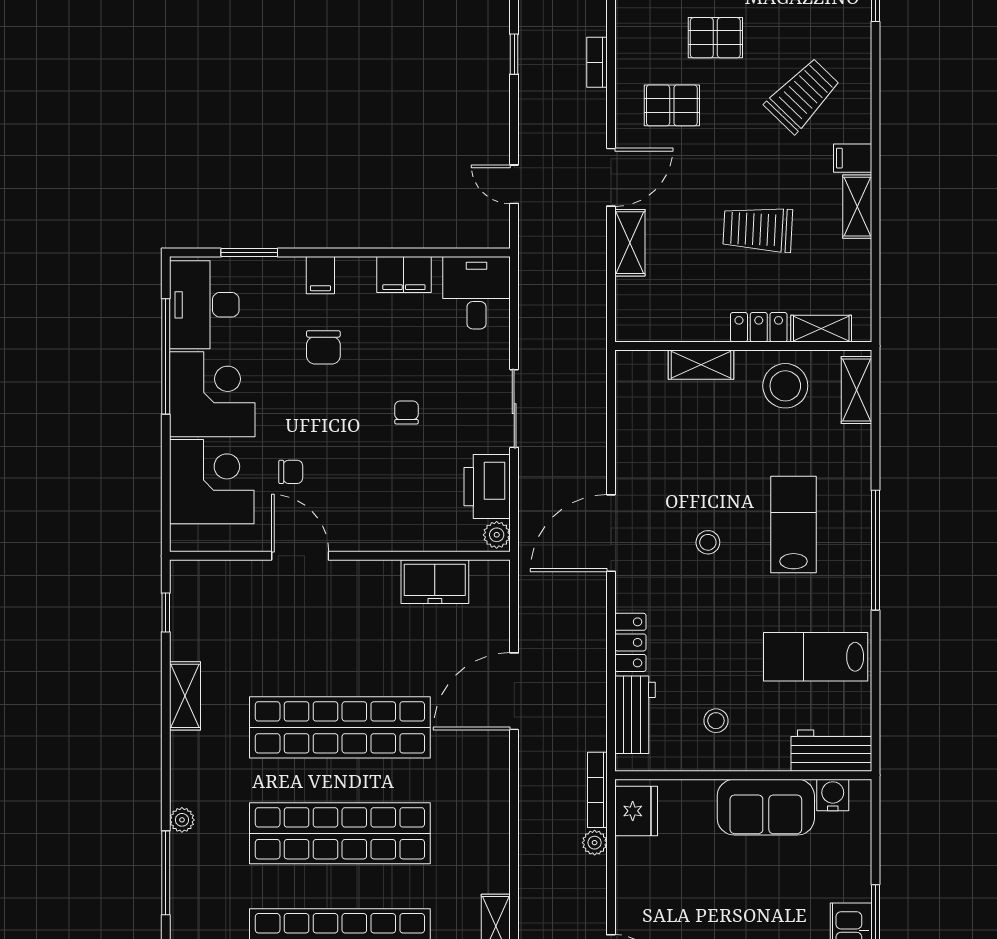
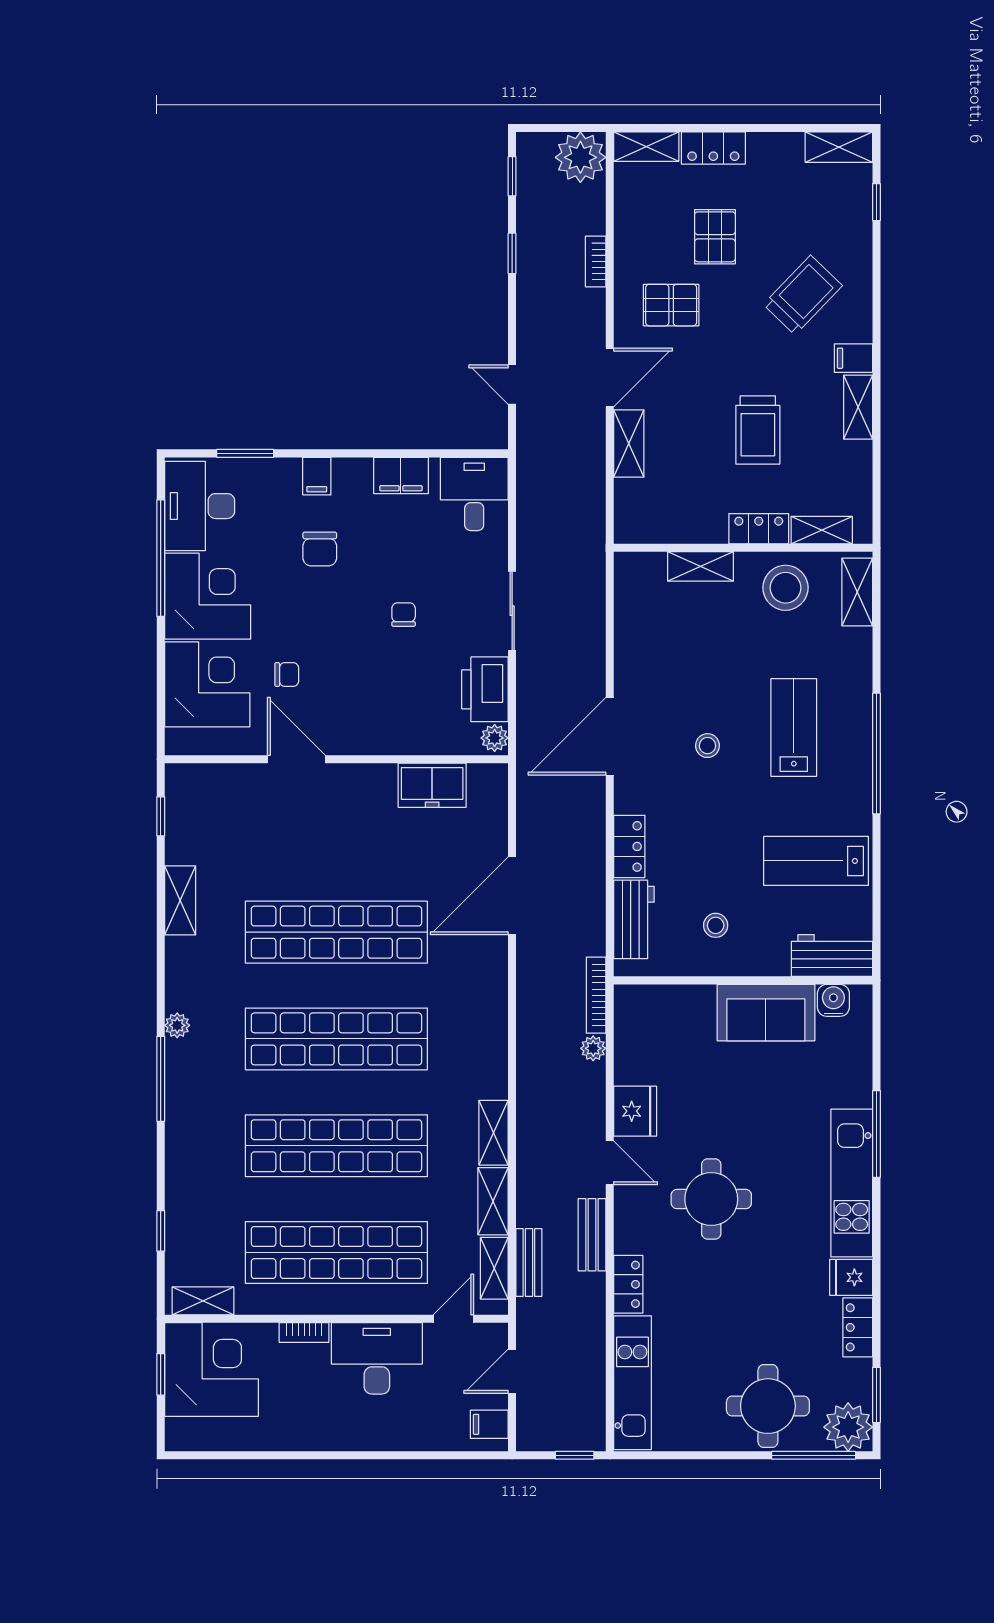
pallet: (715, 38) -> (715, 237), turned 90
trolley: (758, 229) -> (758, 430), turned -93
fridge: (636, 811) -> (635, 1111), moved

